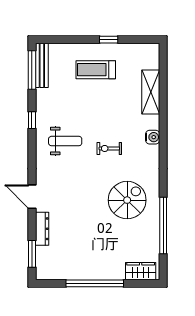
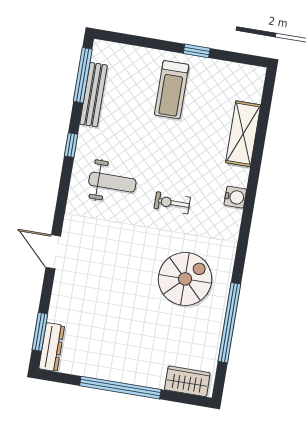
bench: (42, 65) -> (94, 95), moved
treadmill: (96, 70) -> (172, 90), turned -90
dresser: (42, 229) -> (52, 347), moved

